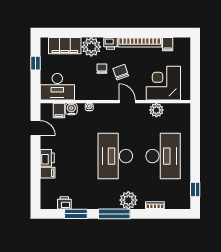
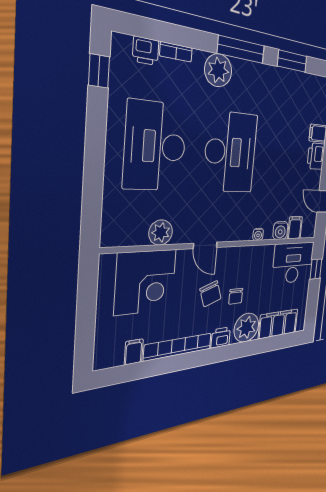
window: (35, 63) -> (316, 269), moved
printer: (64, 203) -> (146, 51), moved

